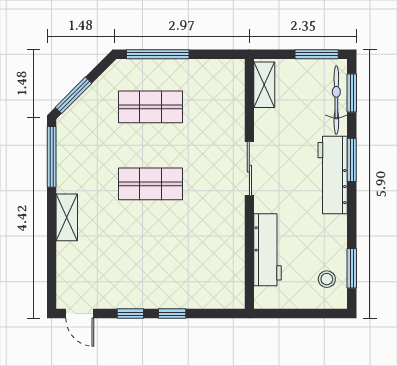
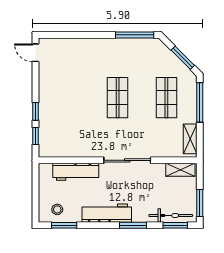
window: (73, 95) -> (183, 58), moved
sliding door: (249, 169) -> (127, 160), width x1.37
workbench: (333, 175) -> (107, 213), moved
shelving: (67, 217) -> (190, 139), moved, turned 90
door: (80, 314) -> (35, 53), hinge flipped
window: (130, 314) -> (35, 136), moved

